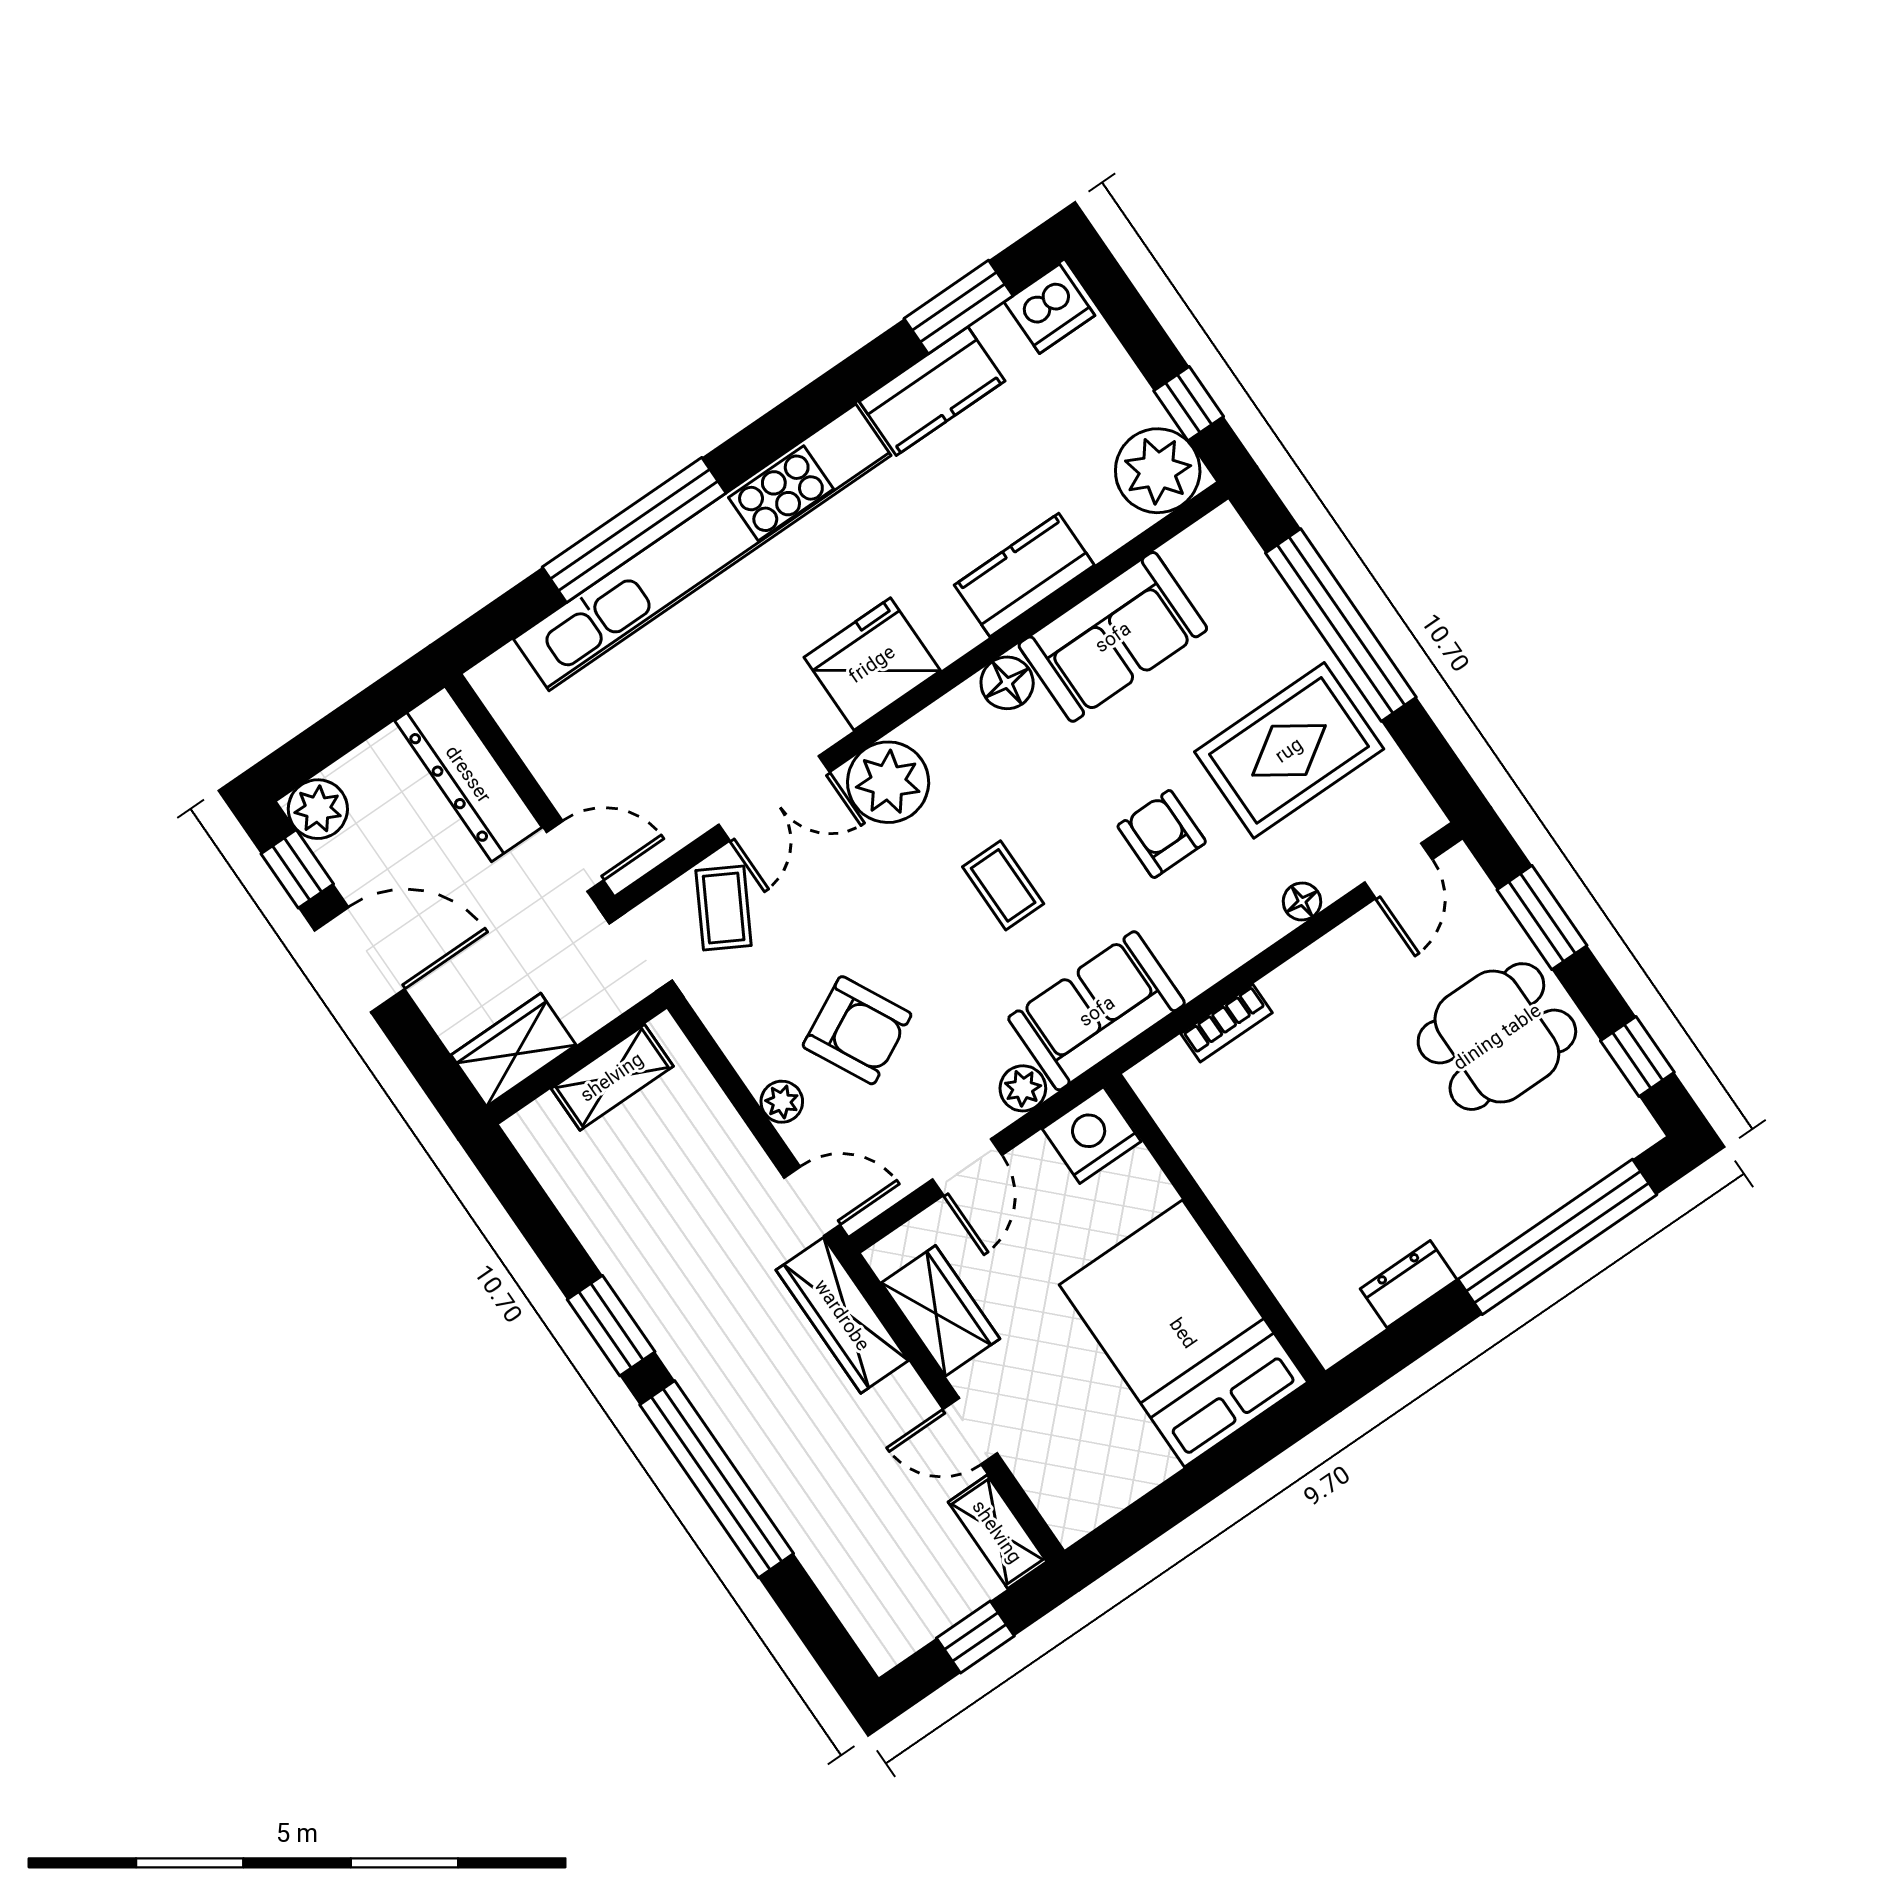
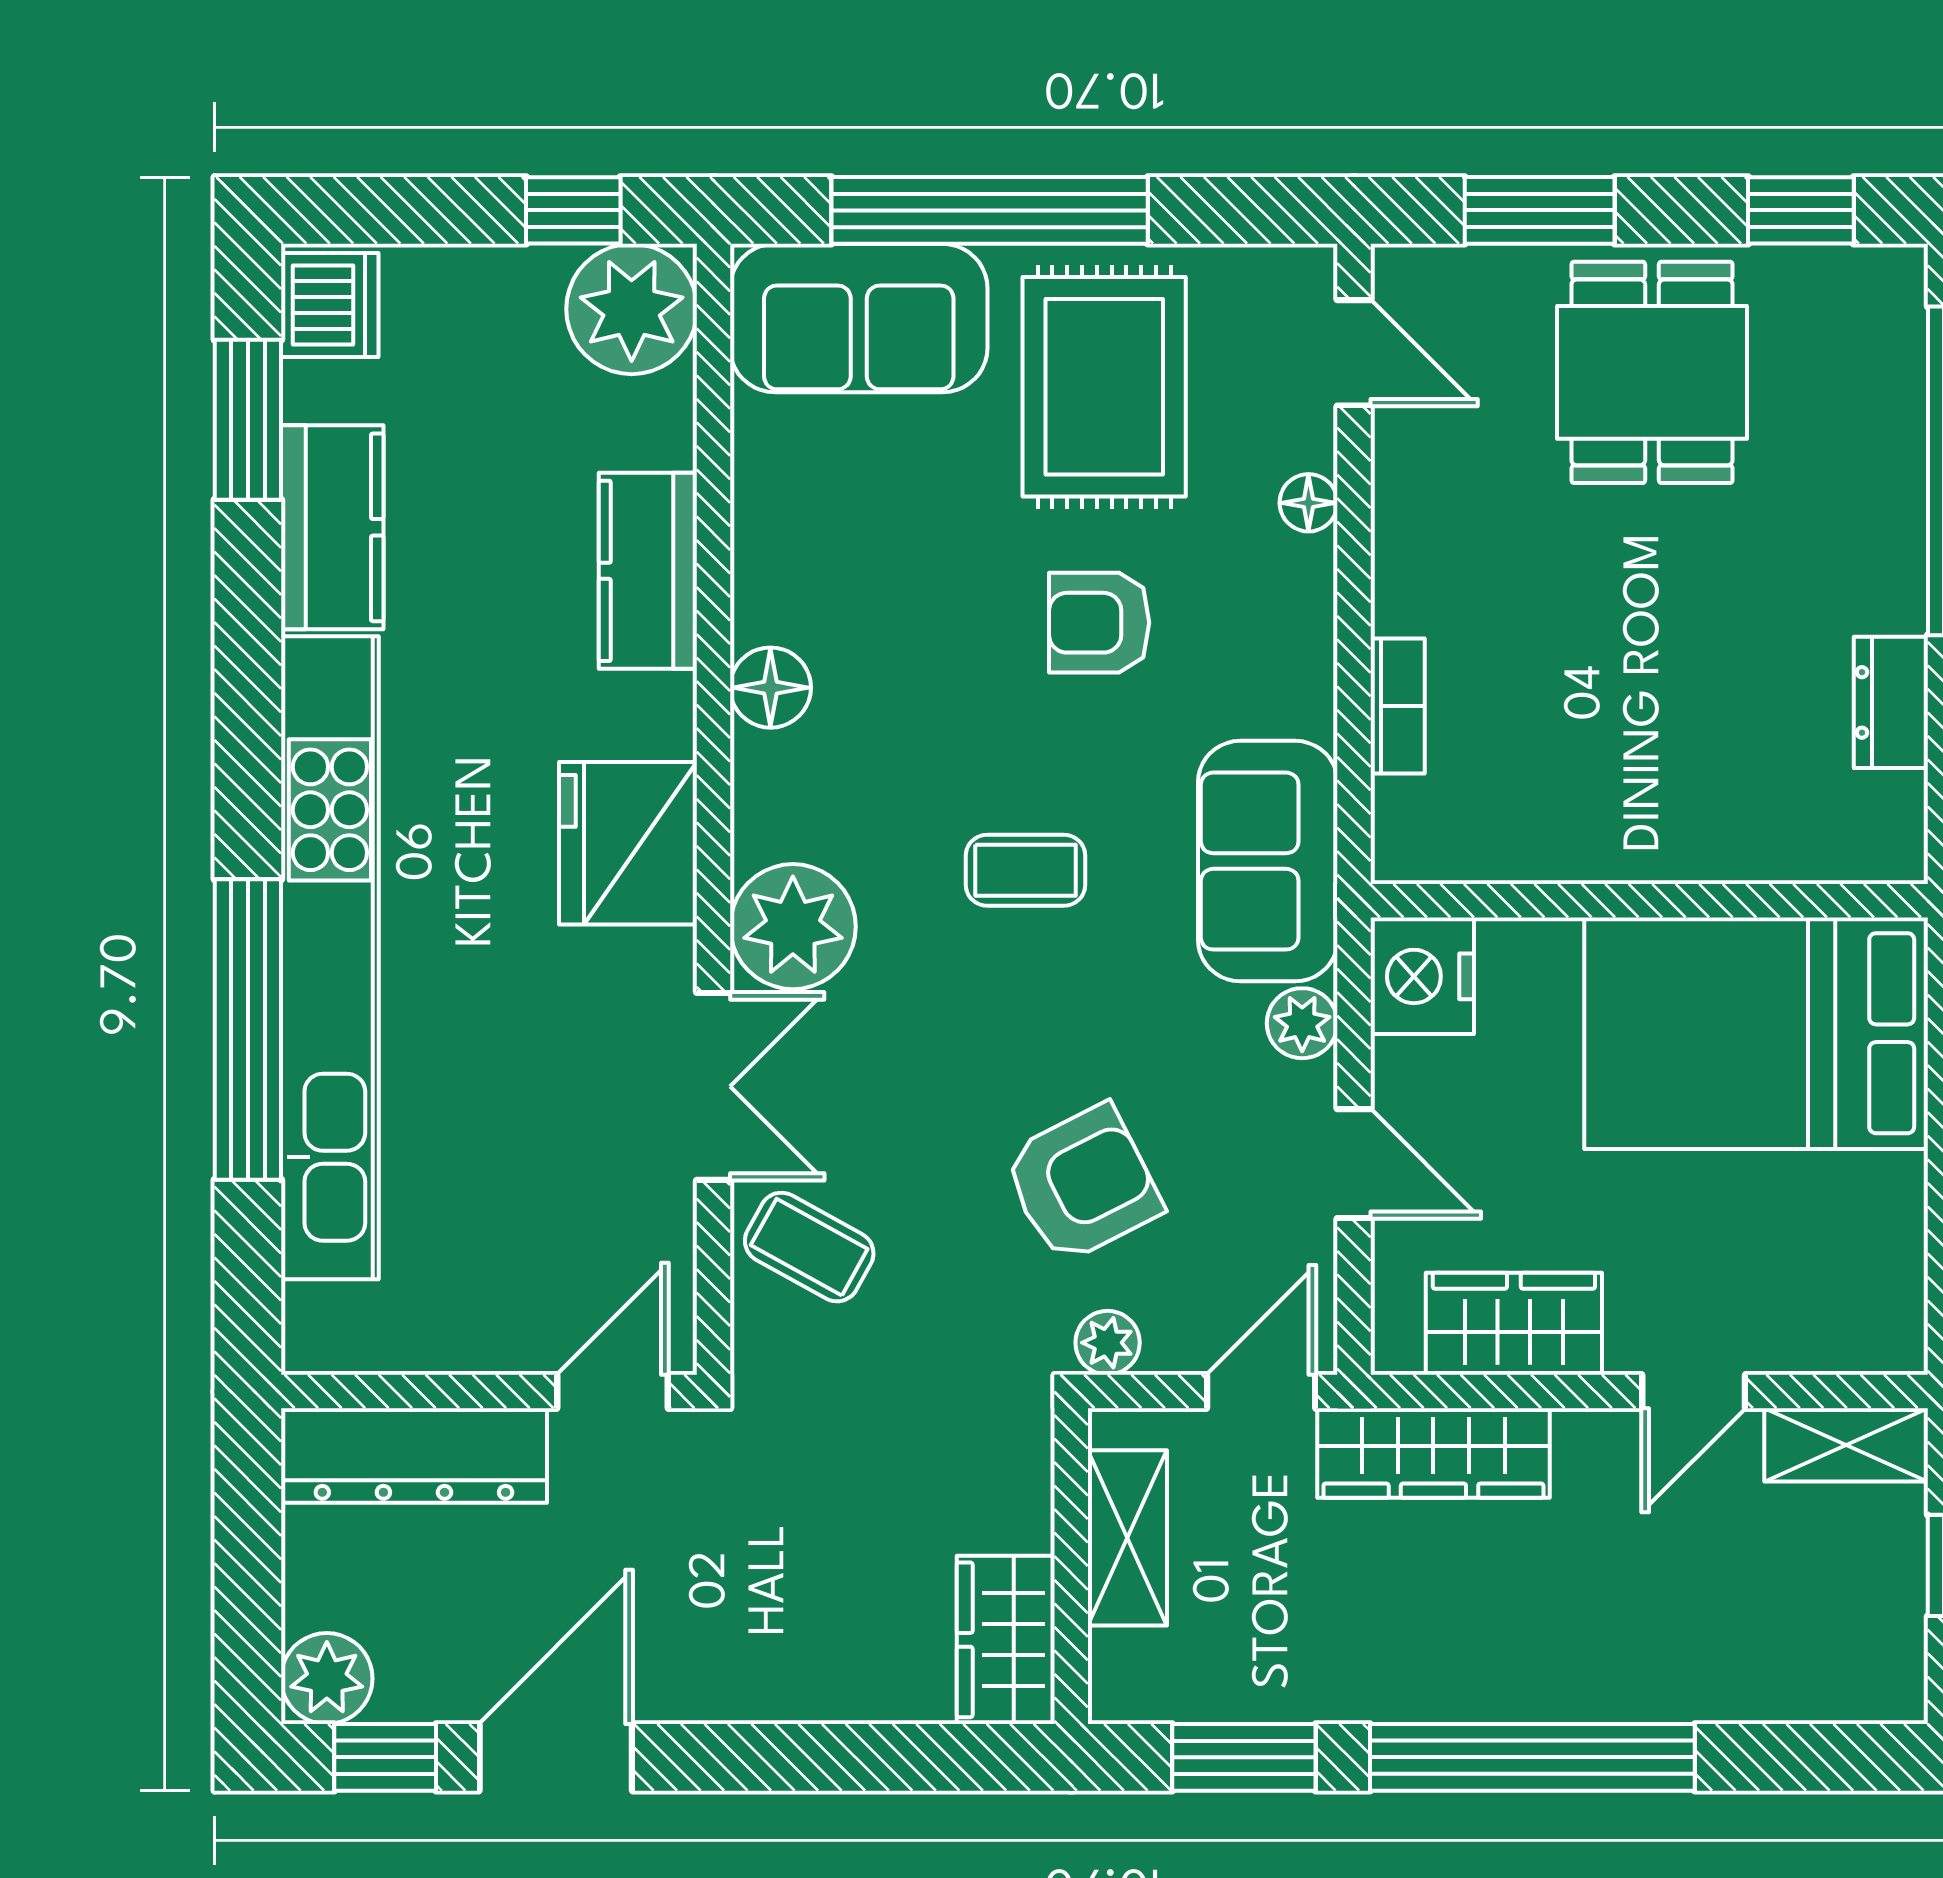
sofa: (1113, 637) -> (859, 318), moved, turned 90
wardrobe: (514, 1050) -> (1006, 1640), moved
wall: (577, 1058) -> (1071, 1566), moved
shelving: (612, 1077) -> (1127, 1538), moved

